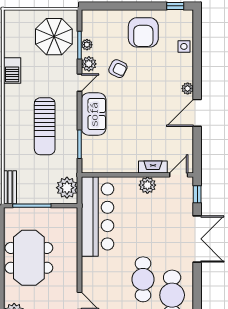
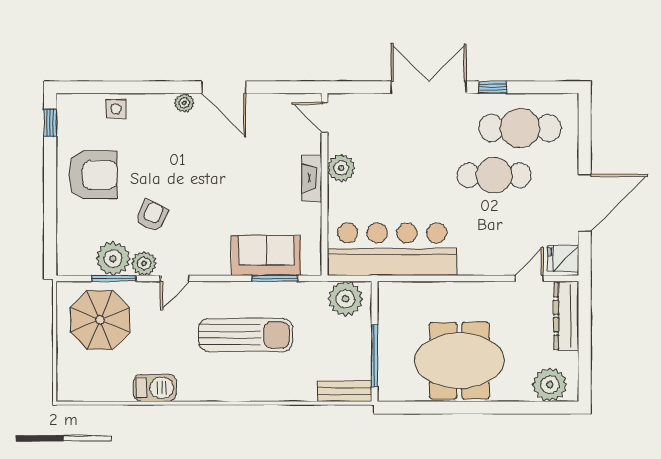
plant: (87, 45) -> (113, 259), width x1.87, depth x1.87
door: (79, 83) -> (175, 278), swing flipped
sofa: (94, 114) -> (266, 256), moved
fireplace: (153, 167) -> (312, 178), moved
window: (197, 194) -> (493, 87), moved

